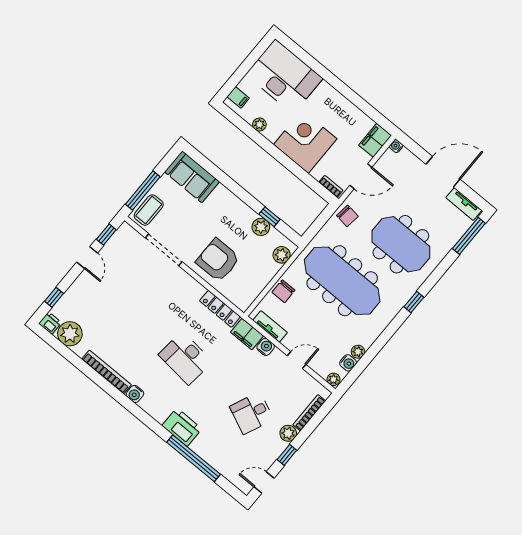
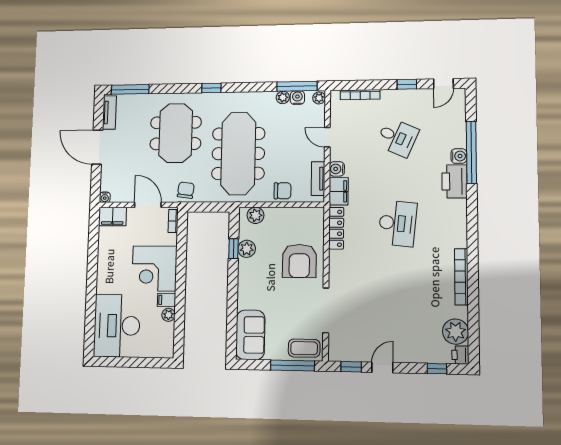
filing cabinet: (238, 97) -> (167, 300), moved, turned -90
window: (357, 370) -> (297, 86), added
water cooler: (135, 394) -> (459, 156), moved
plant: (288, 433) -> (389, 97), removed
door: (264, 483) -> (443, 84), hinge flipped

